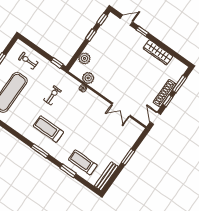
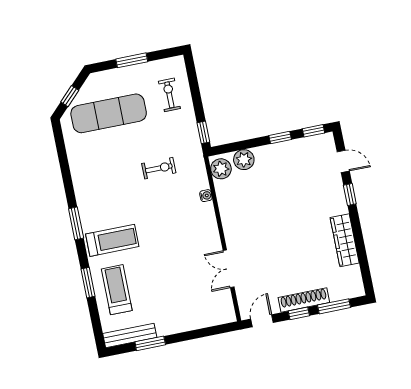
plant: (88, 78) -> (221, 169), moved
treadmill: (48, 129) -> (112, 240), moved, turned 90
window: (128, 157) -> (150, 343), moved

